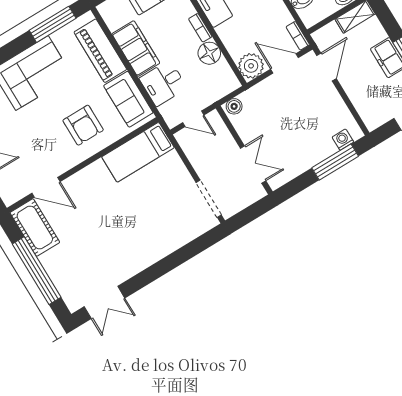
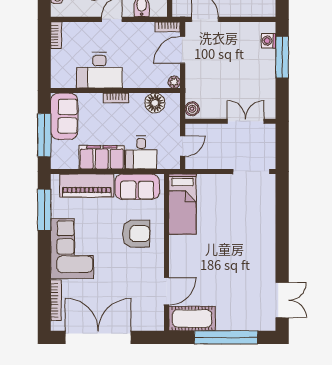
floor lamp: (209, 53) -> (155, 103), moved
plant: (251, 66) -> (174, 82), width x0.53, depth x0.53

